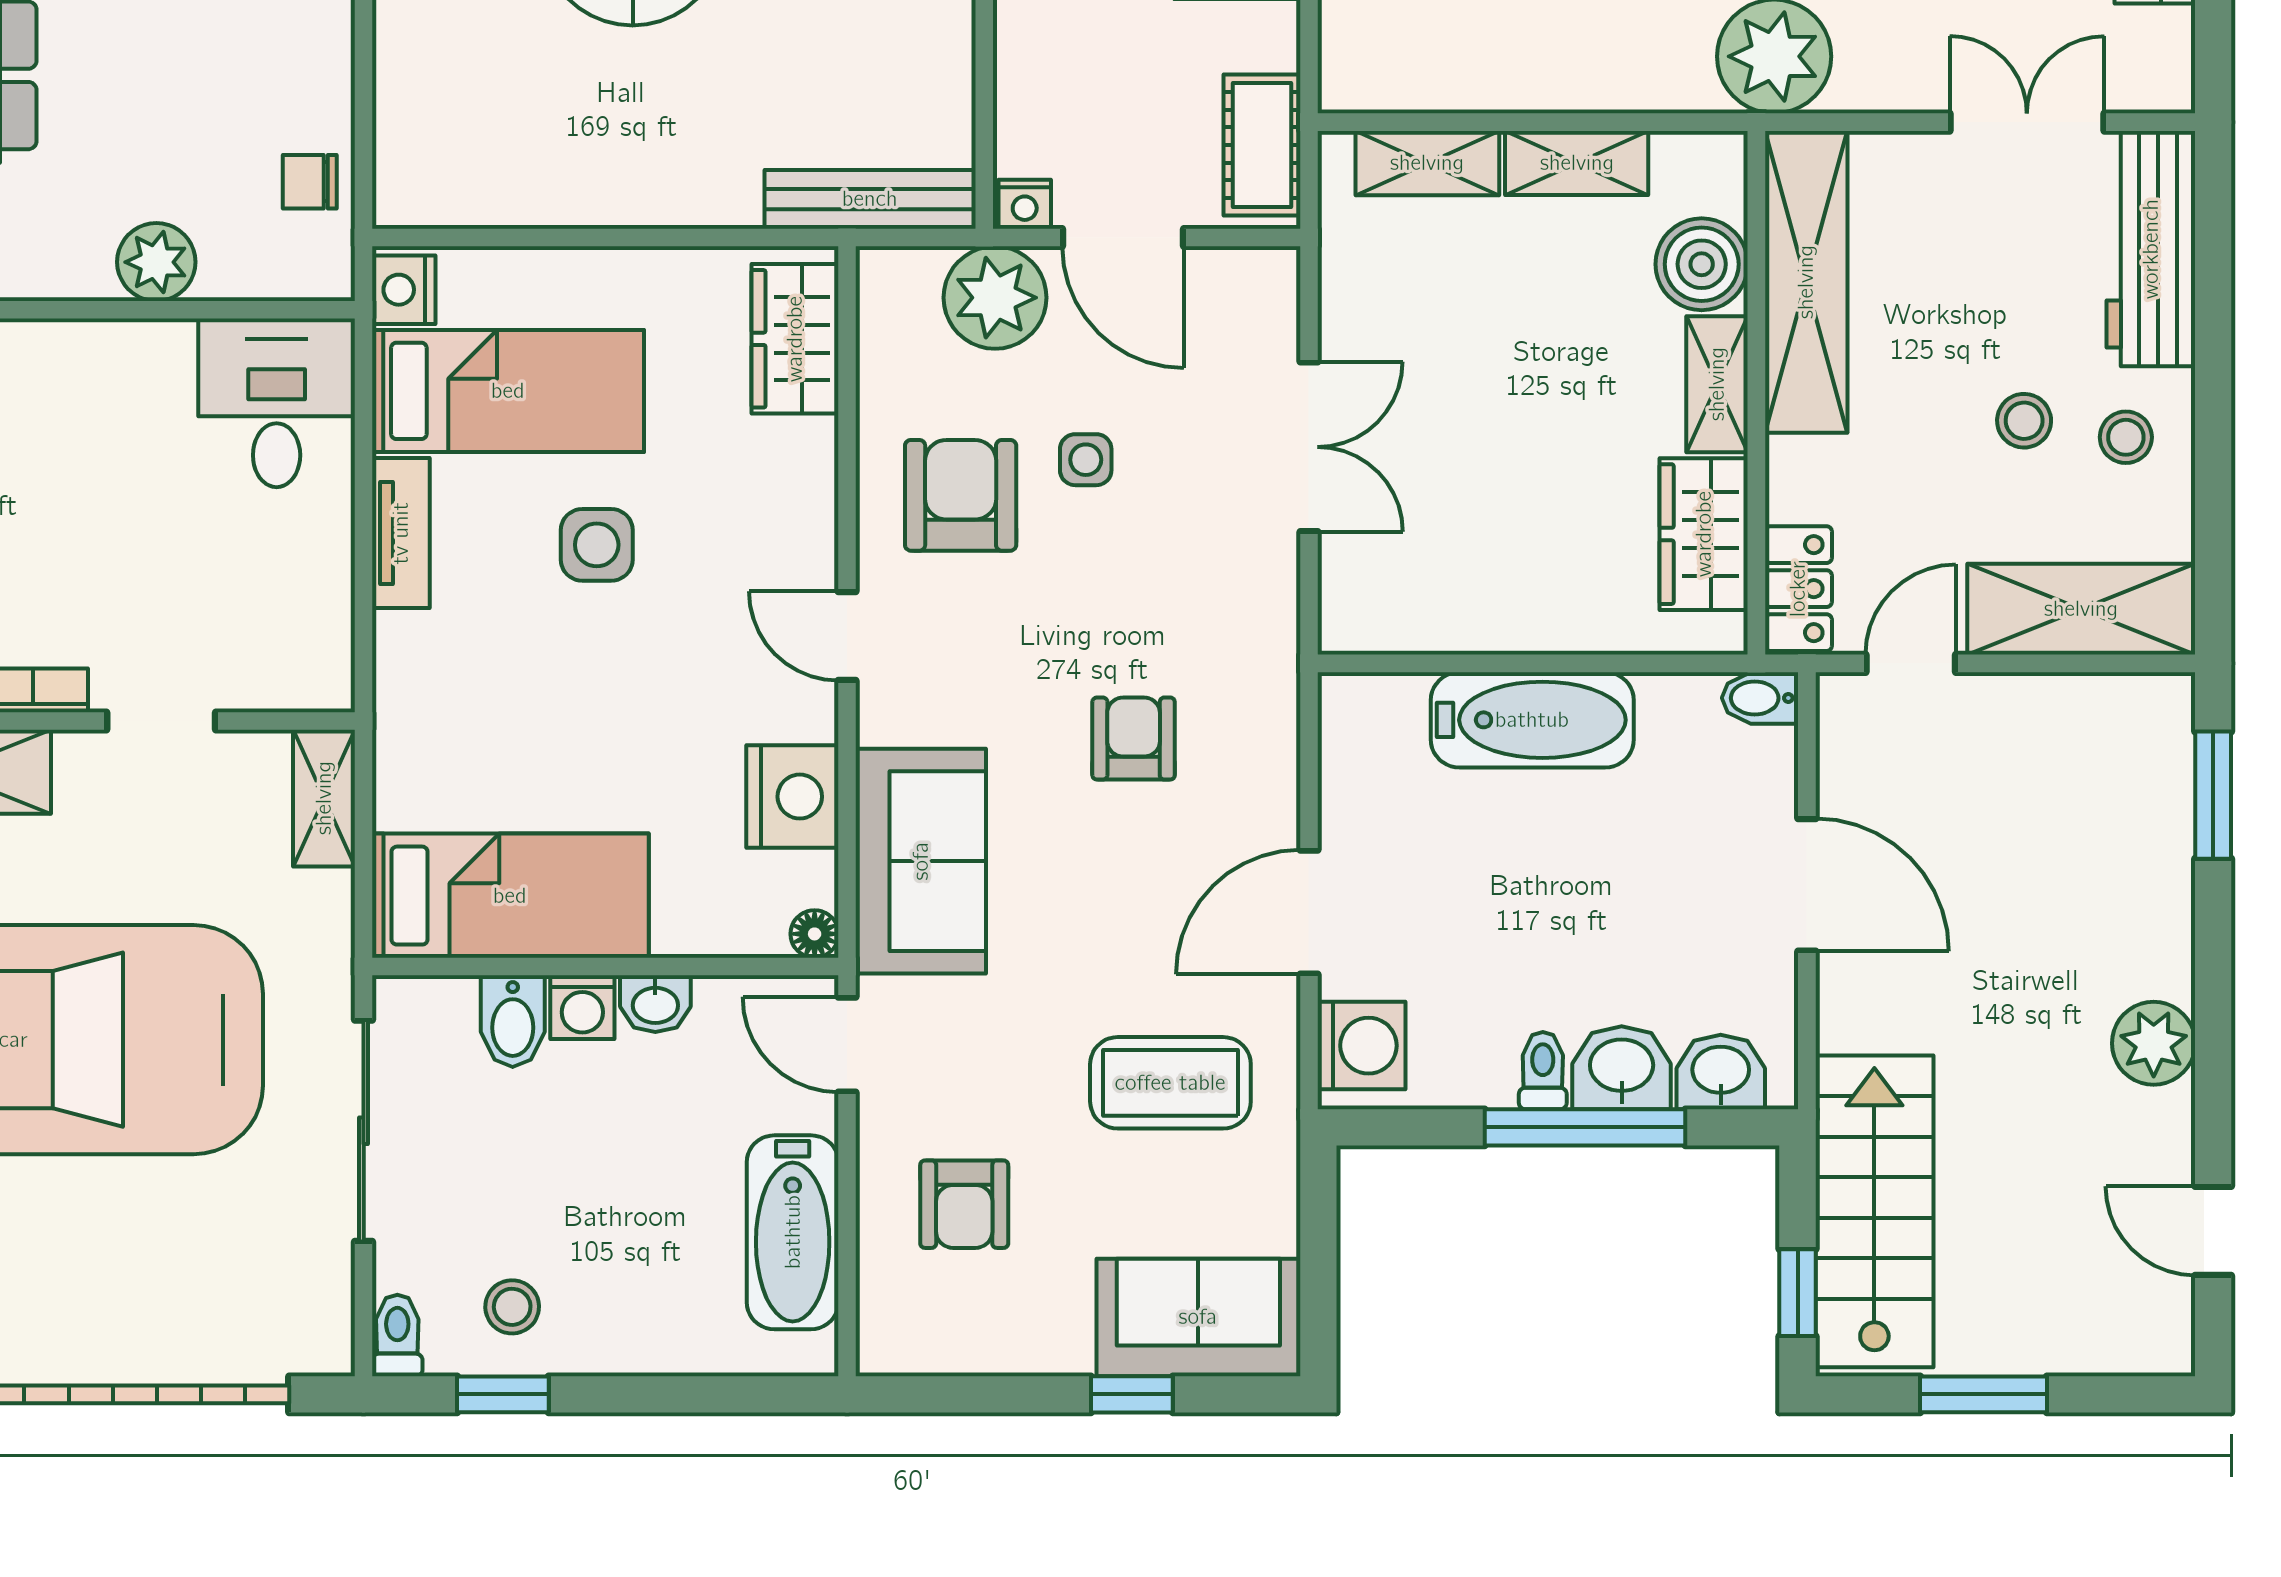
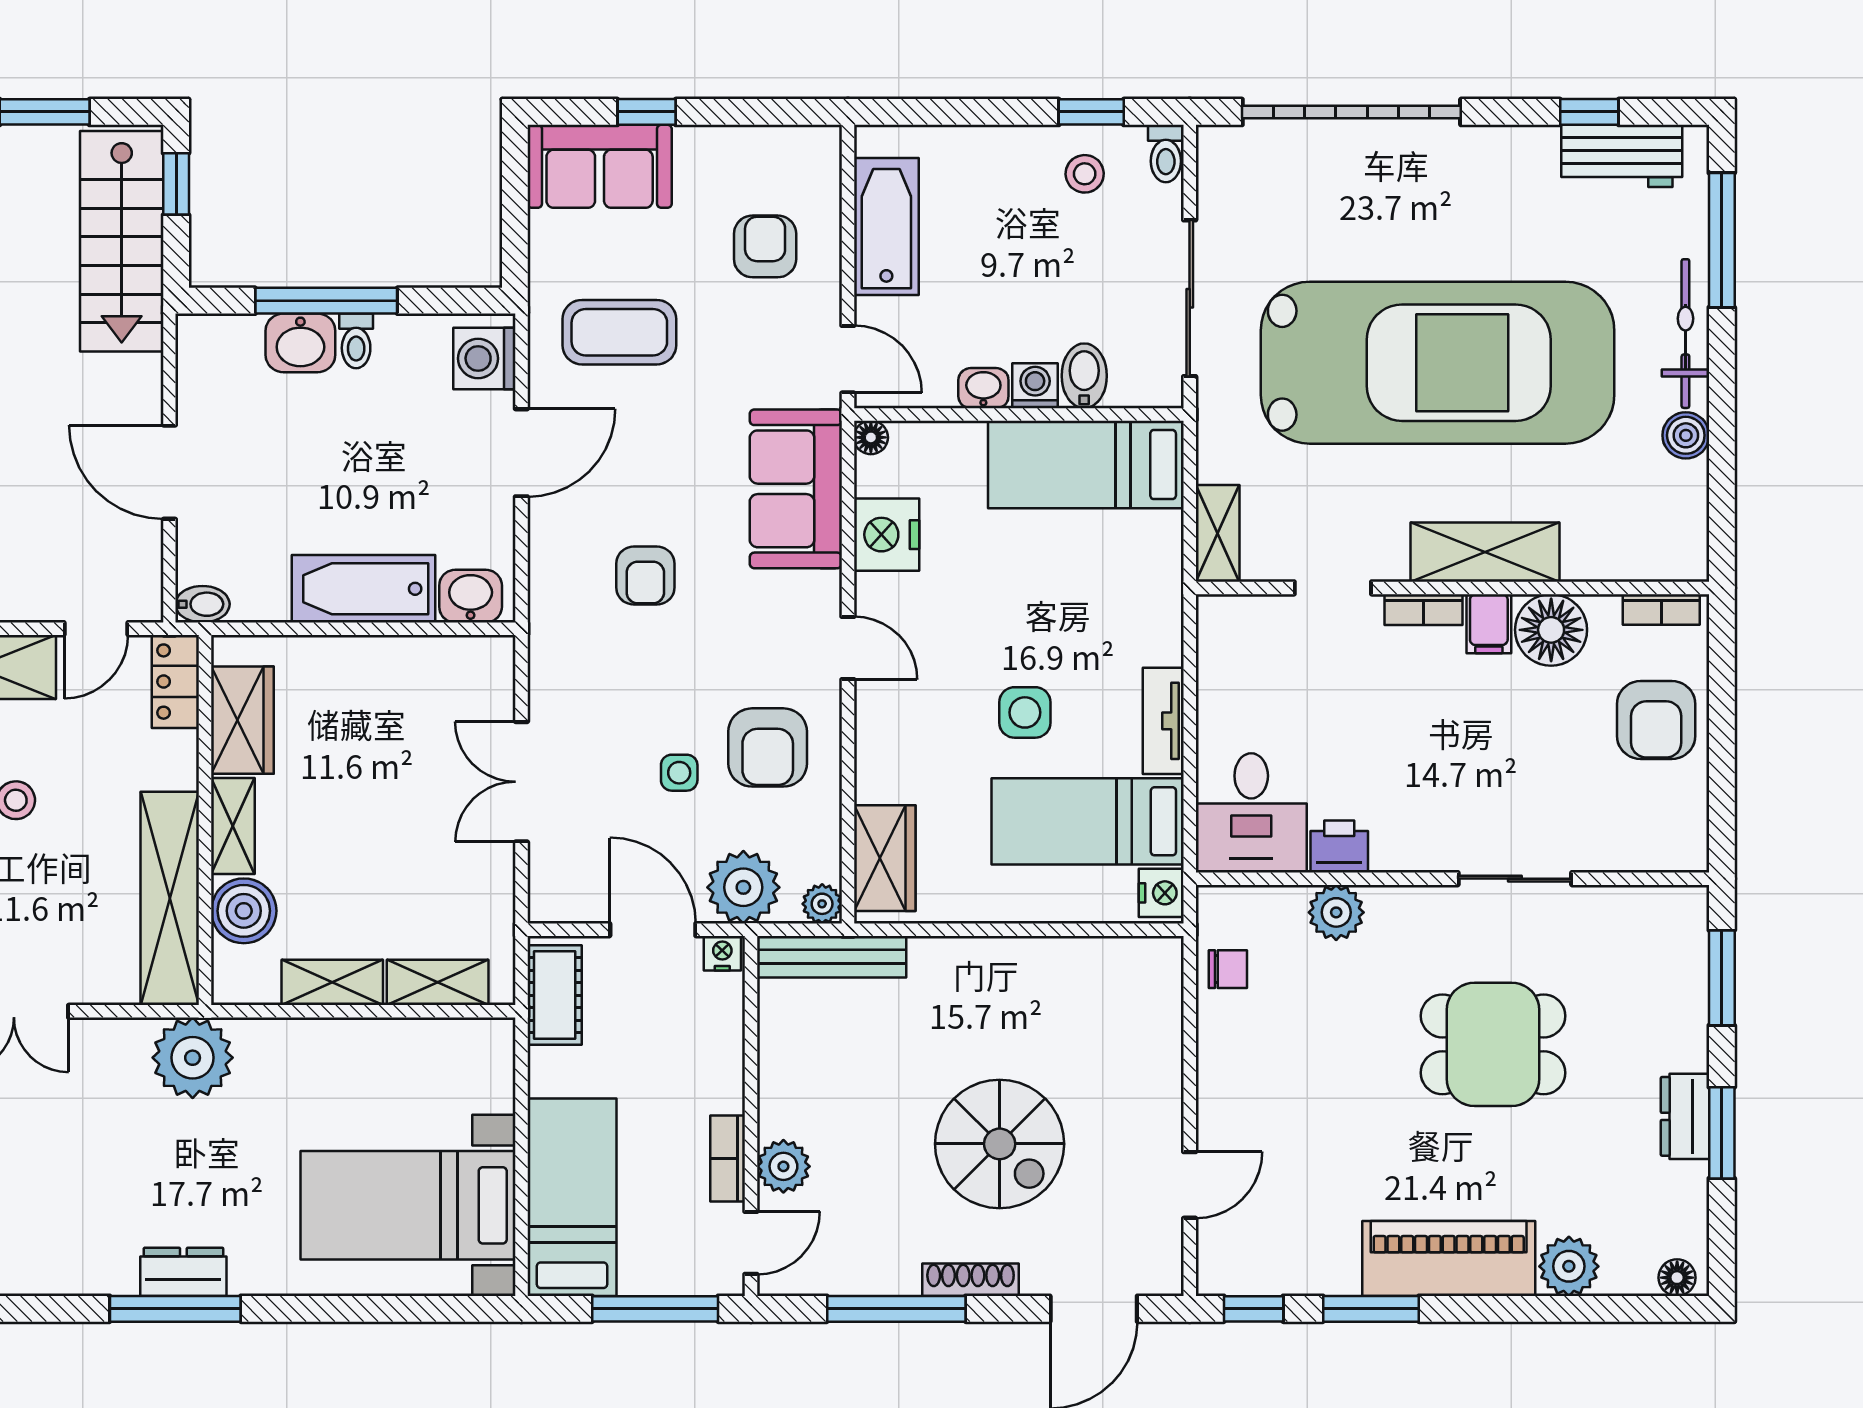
plant: (884, 274) -> (822, 904), added
printer: (152, 355) -> (1339, 846), added
washbasin: (1721, 1072) -> (471, 596), moved, turned 180

